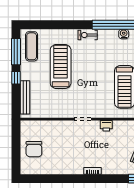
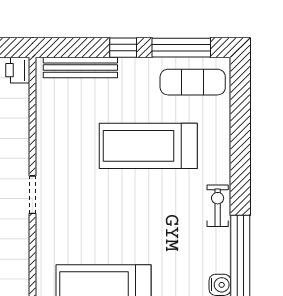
treadmill: (61, 67) -> (148, 146), turned 180
printer: (106, 126) -> (18, 70), moved

